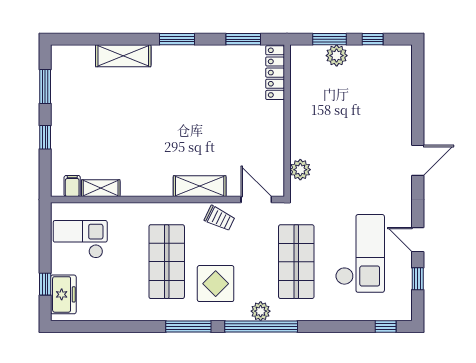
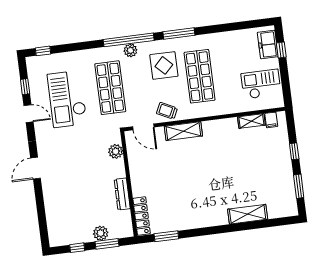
window: (177, 39) -> (212, 230), removed
dresser: (299, 108) -> (122, 194), added
checkout: (80, 239) -> (261, 84), turned 180

